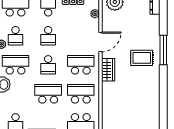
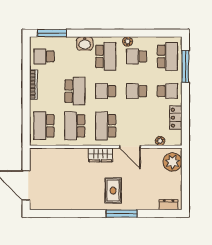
school desk: (81, 65) -> (106, 126), turned 180
school desk: (81, 94) -> (75, 126), turned 180

